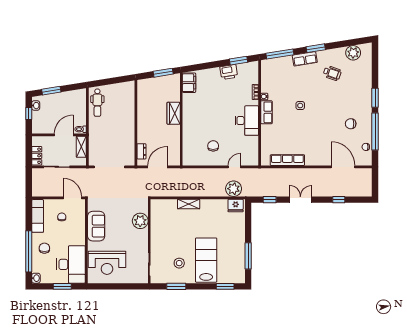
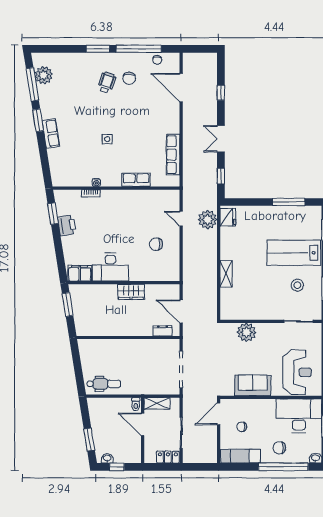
window: (280, 54) -> (32, 84), moved
wheelchair: (332, 73) -> (107, 82), moved
row of seats: (266, 112) -> (136, 180), moved
wardrobe: (174, 113) -> (131, 292), moved
desk: (247, 121) -> (110, 267), moved, turned 180
door: (343, 167) -> (181, 88), hinge flipped

